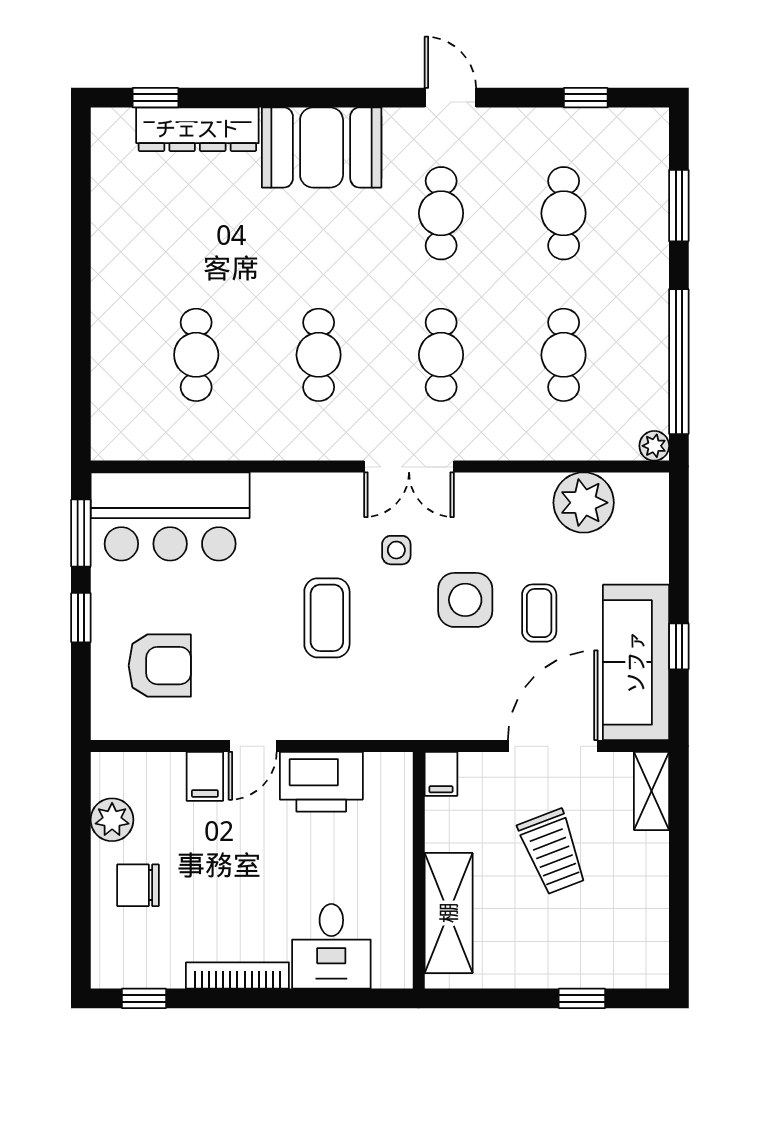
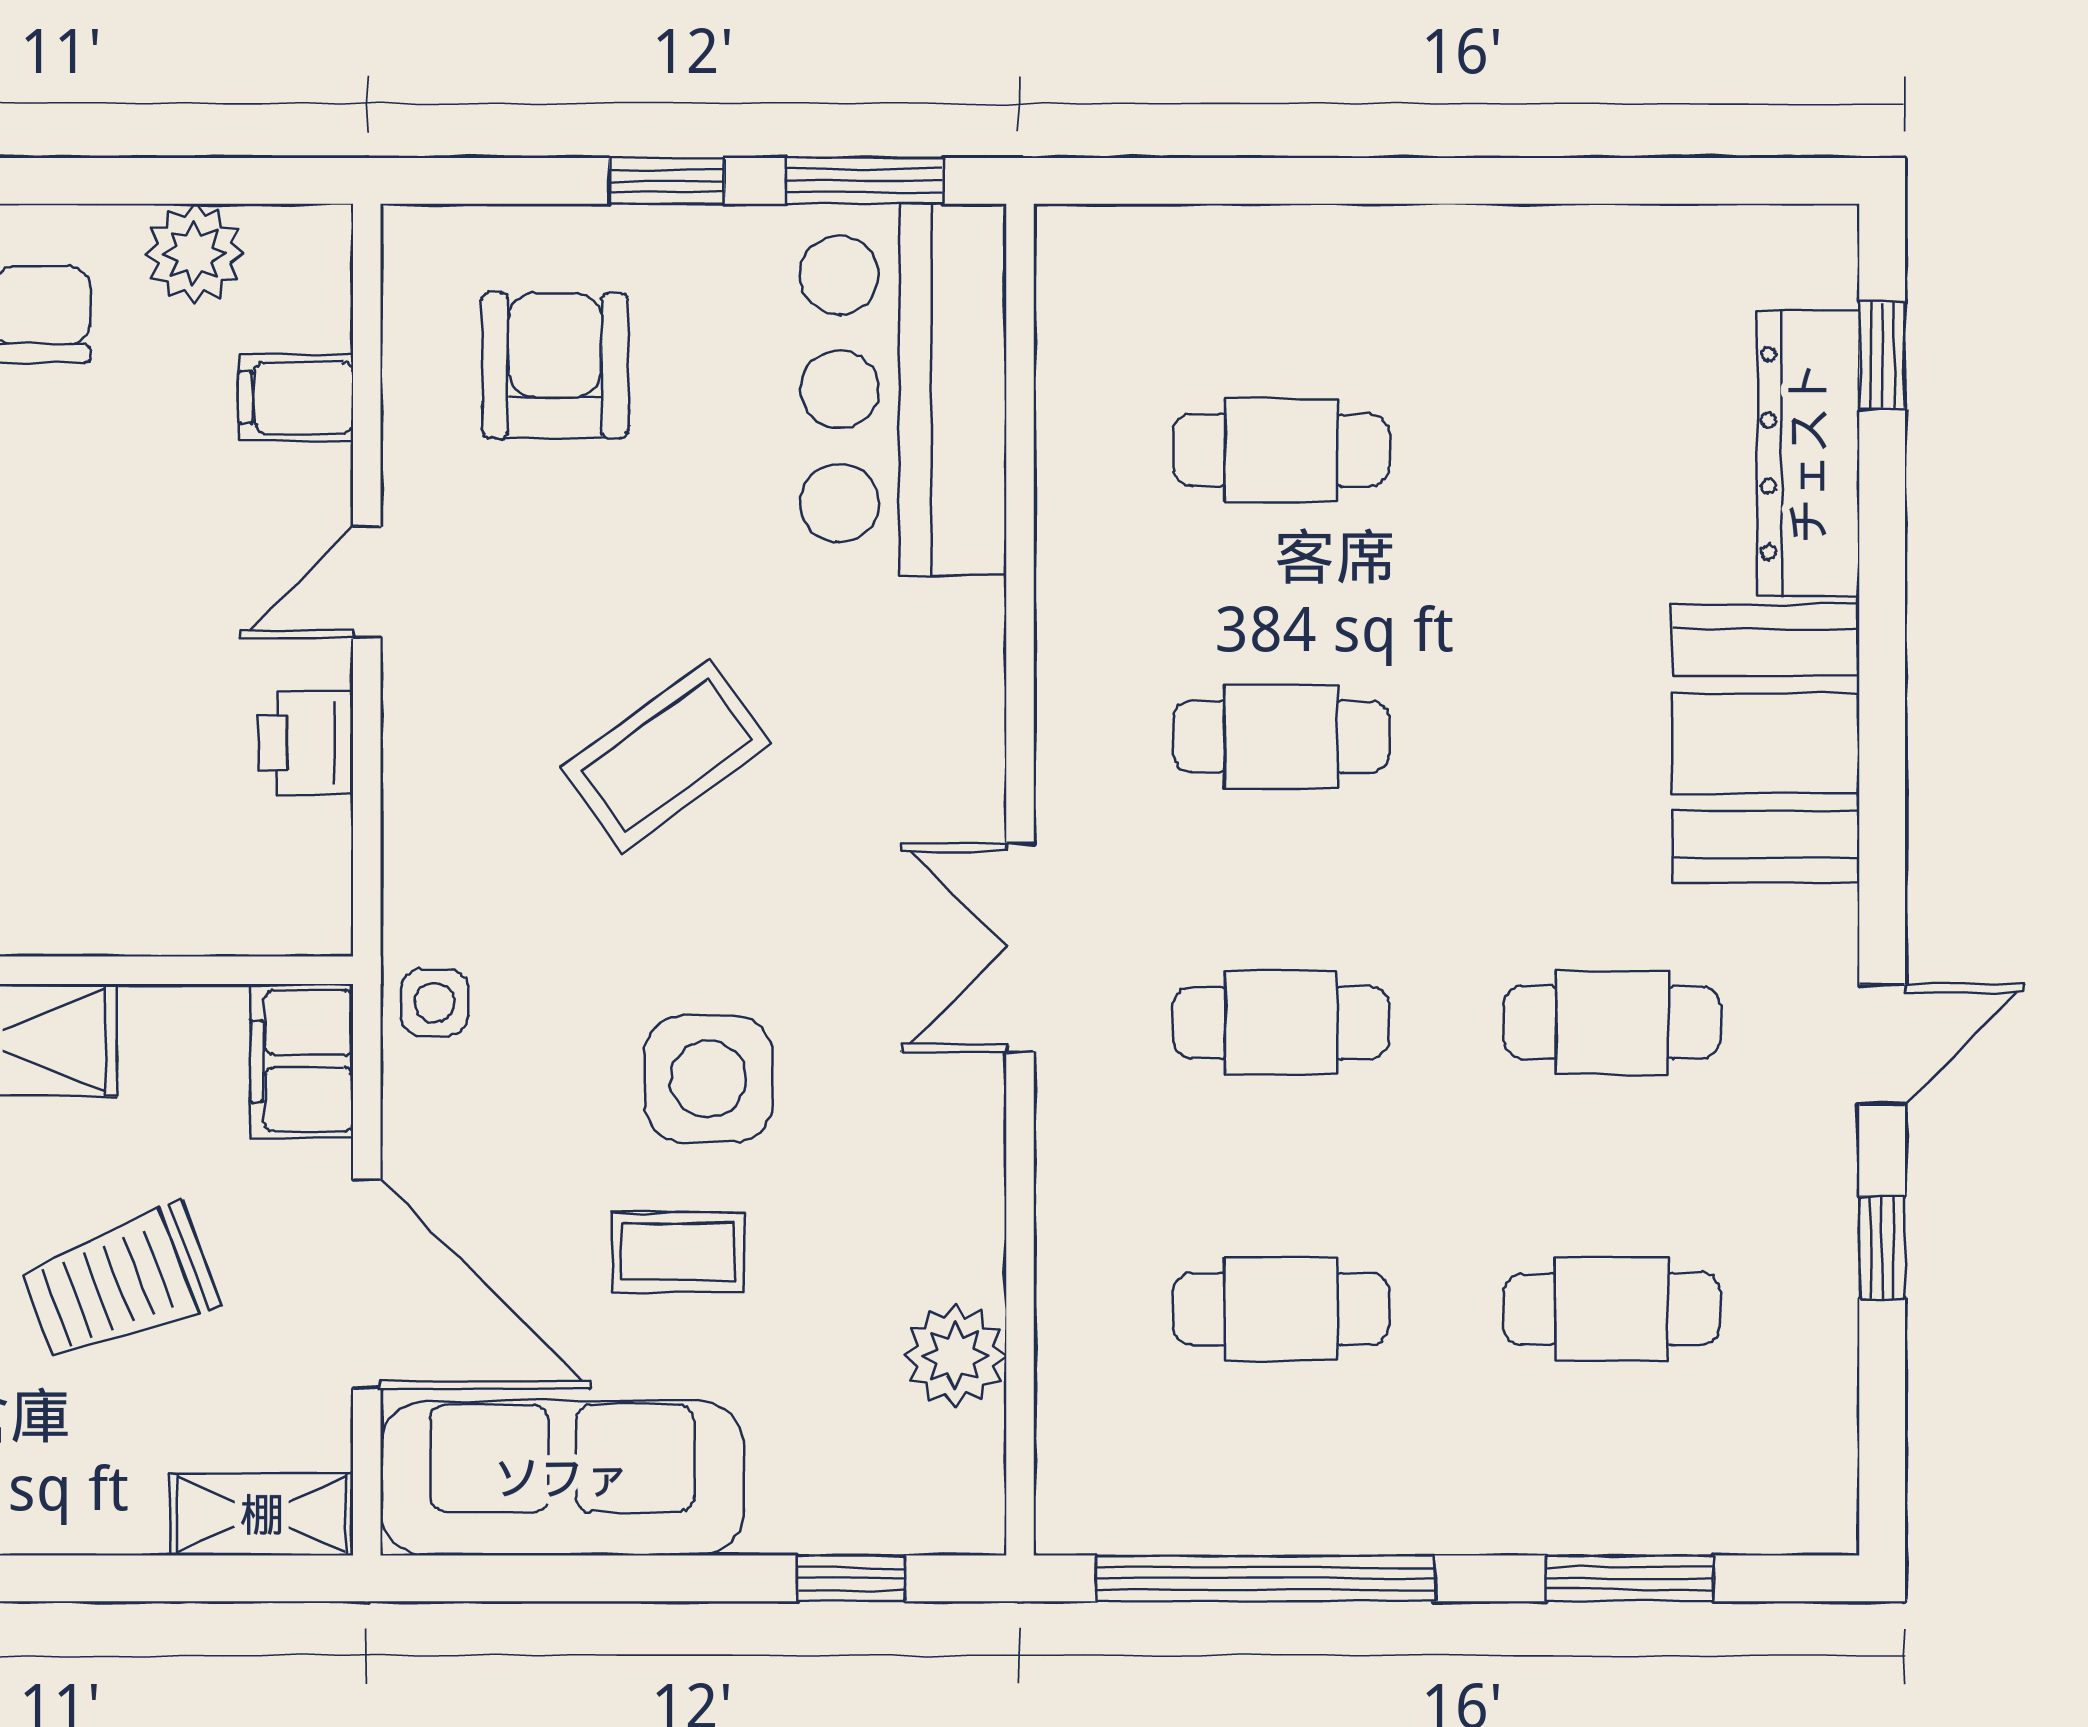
window: (586, 98) -> (1882, 1248), moved
plant: (654, 446) -> (1068, 1521), removed
plant: (584, 503) -> (955, 1356), width x0.73, depth x0.73
side table: (396, 550) -> (435, 1002), moved
coffee table: (327, 618) -> (666, 756), turned -36
window: (679, 646) -> (851, 1578), moved
armchair: (160, 666) -> (555, 365), turned 180
door: (253, 746) -> (367, 582), hinge flipped
filing cabinet: (441, 774) -> (302, 1061), width x2.00
filing cabinet: (205, 776) -> (296, 398), moved
printer: (321, 782) -> (306, 743), width x0.53, depth x0.68

